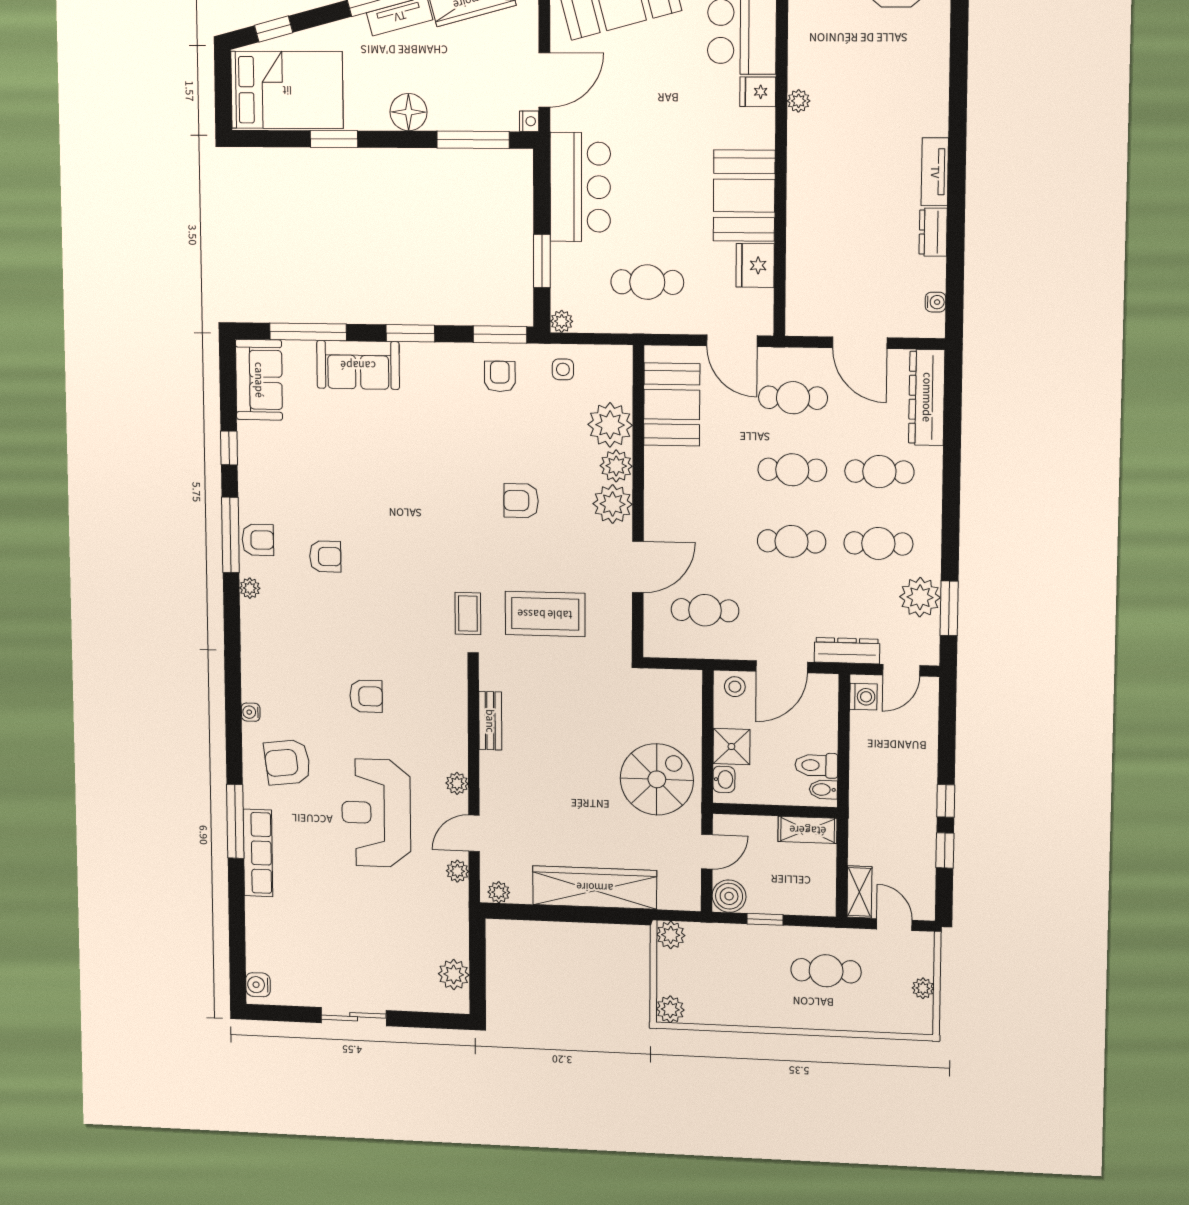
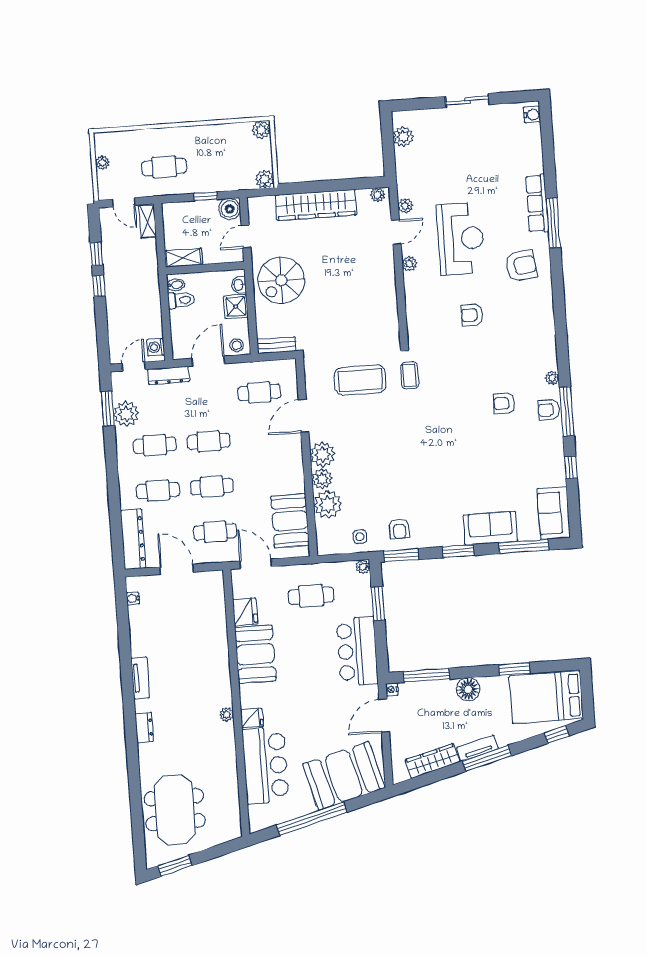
dresser: (933, 232) -> (144, 728), moved
armchair: (521, 501) -> (381, 451), removed
water cooler: (251, 712) -> (547, 297), removed
bench: (490, 721) -> (276, 345), moved, turned 90

